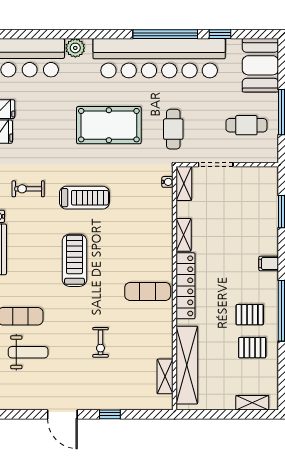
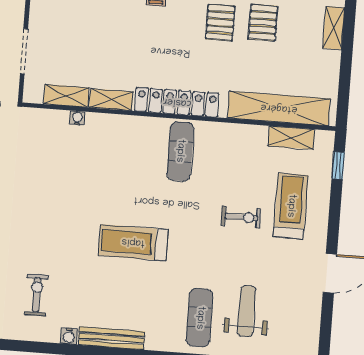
water cooler: (167, 182) -> (77, 118), moved
shelving: (184, 183) -> (66, 96), moved
exercise bike: (28, 189) -> (37, 295), turned 180
treadmill: (84, 198) -> (291, 206), moved
window: (110, 414) -> (338, 165), moved

